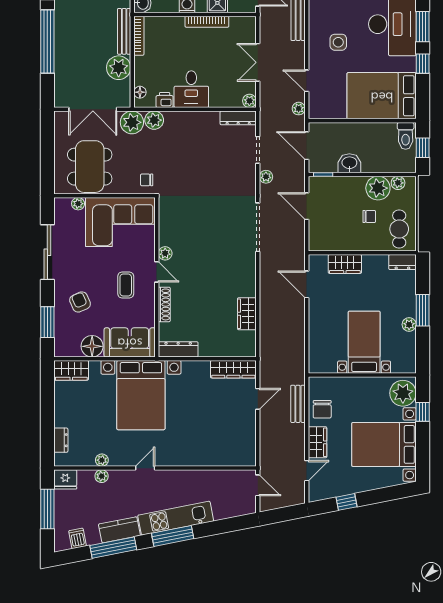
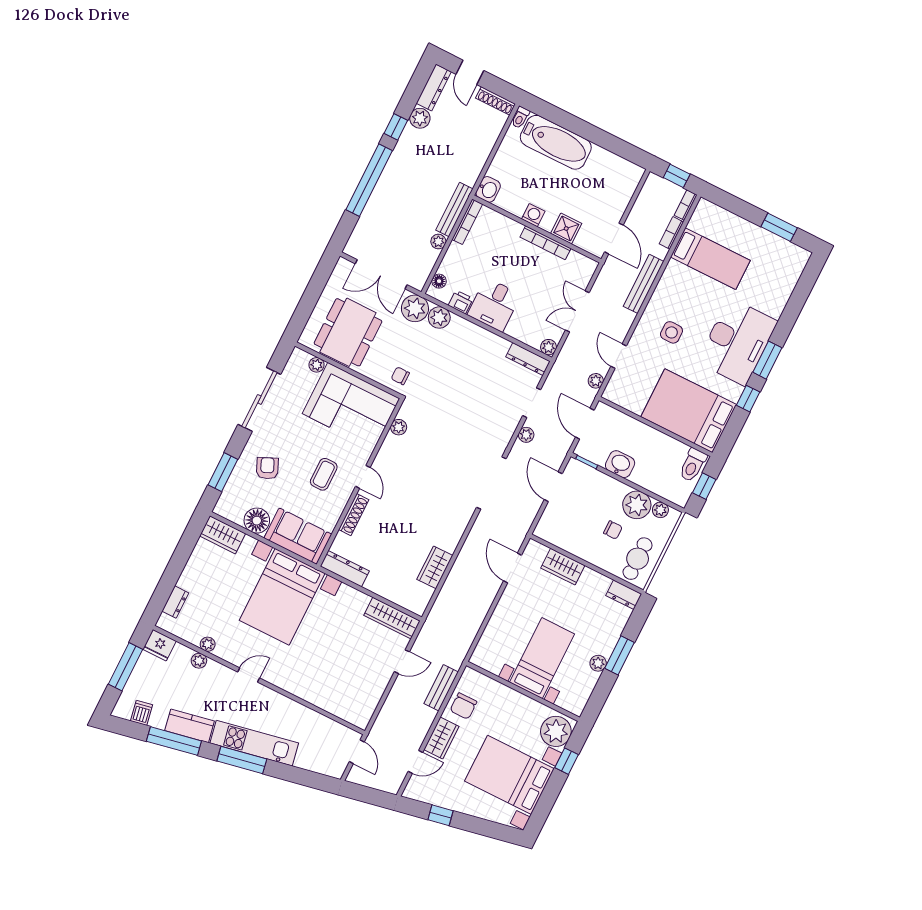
plant: (119, 68) -> (438, 242), width x0.53, depth x0.53
plant: (165, 253) -> (399, 427), moved

